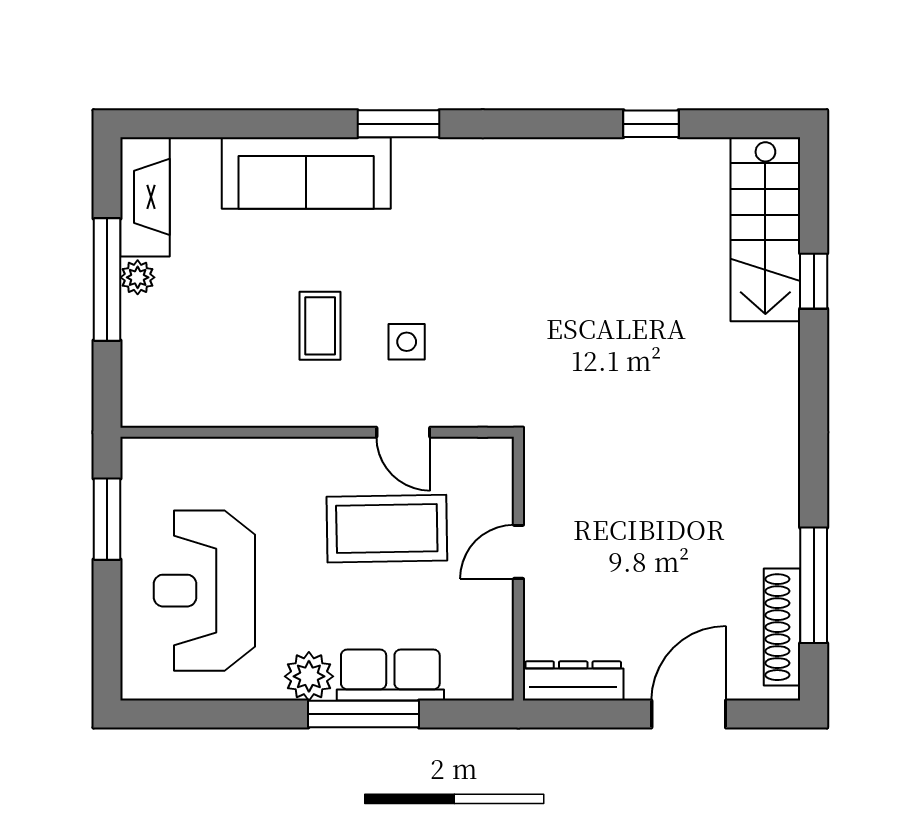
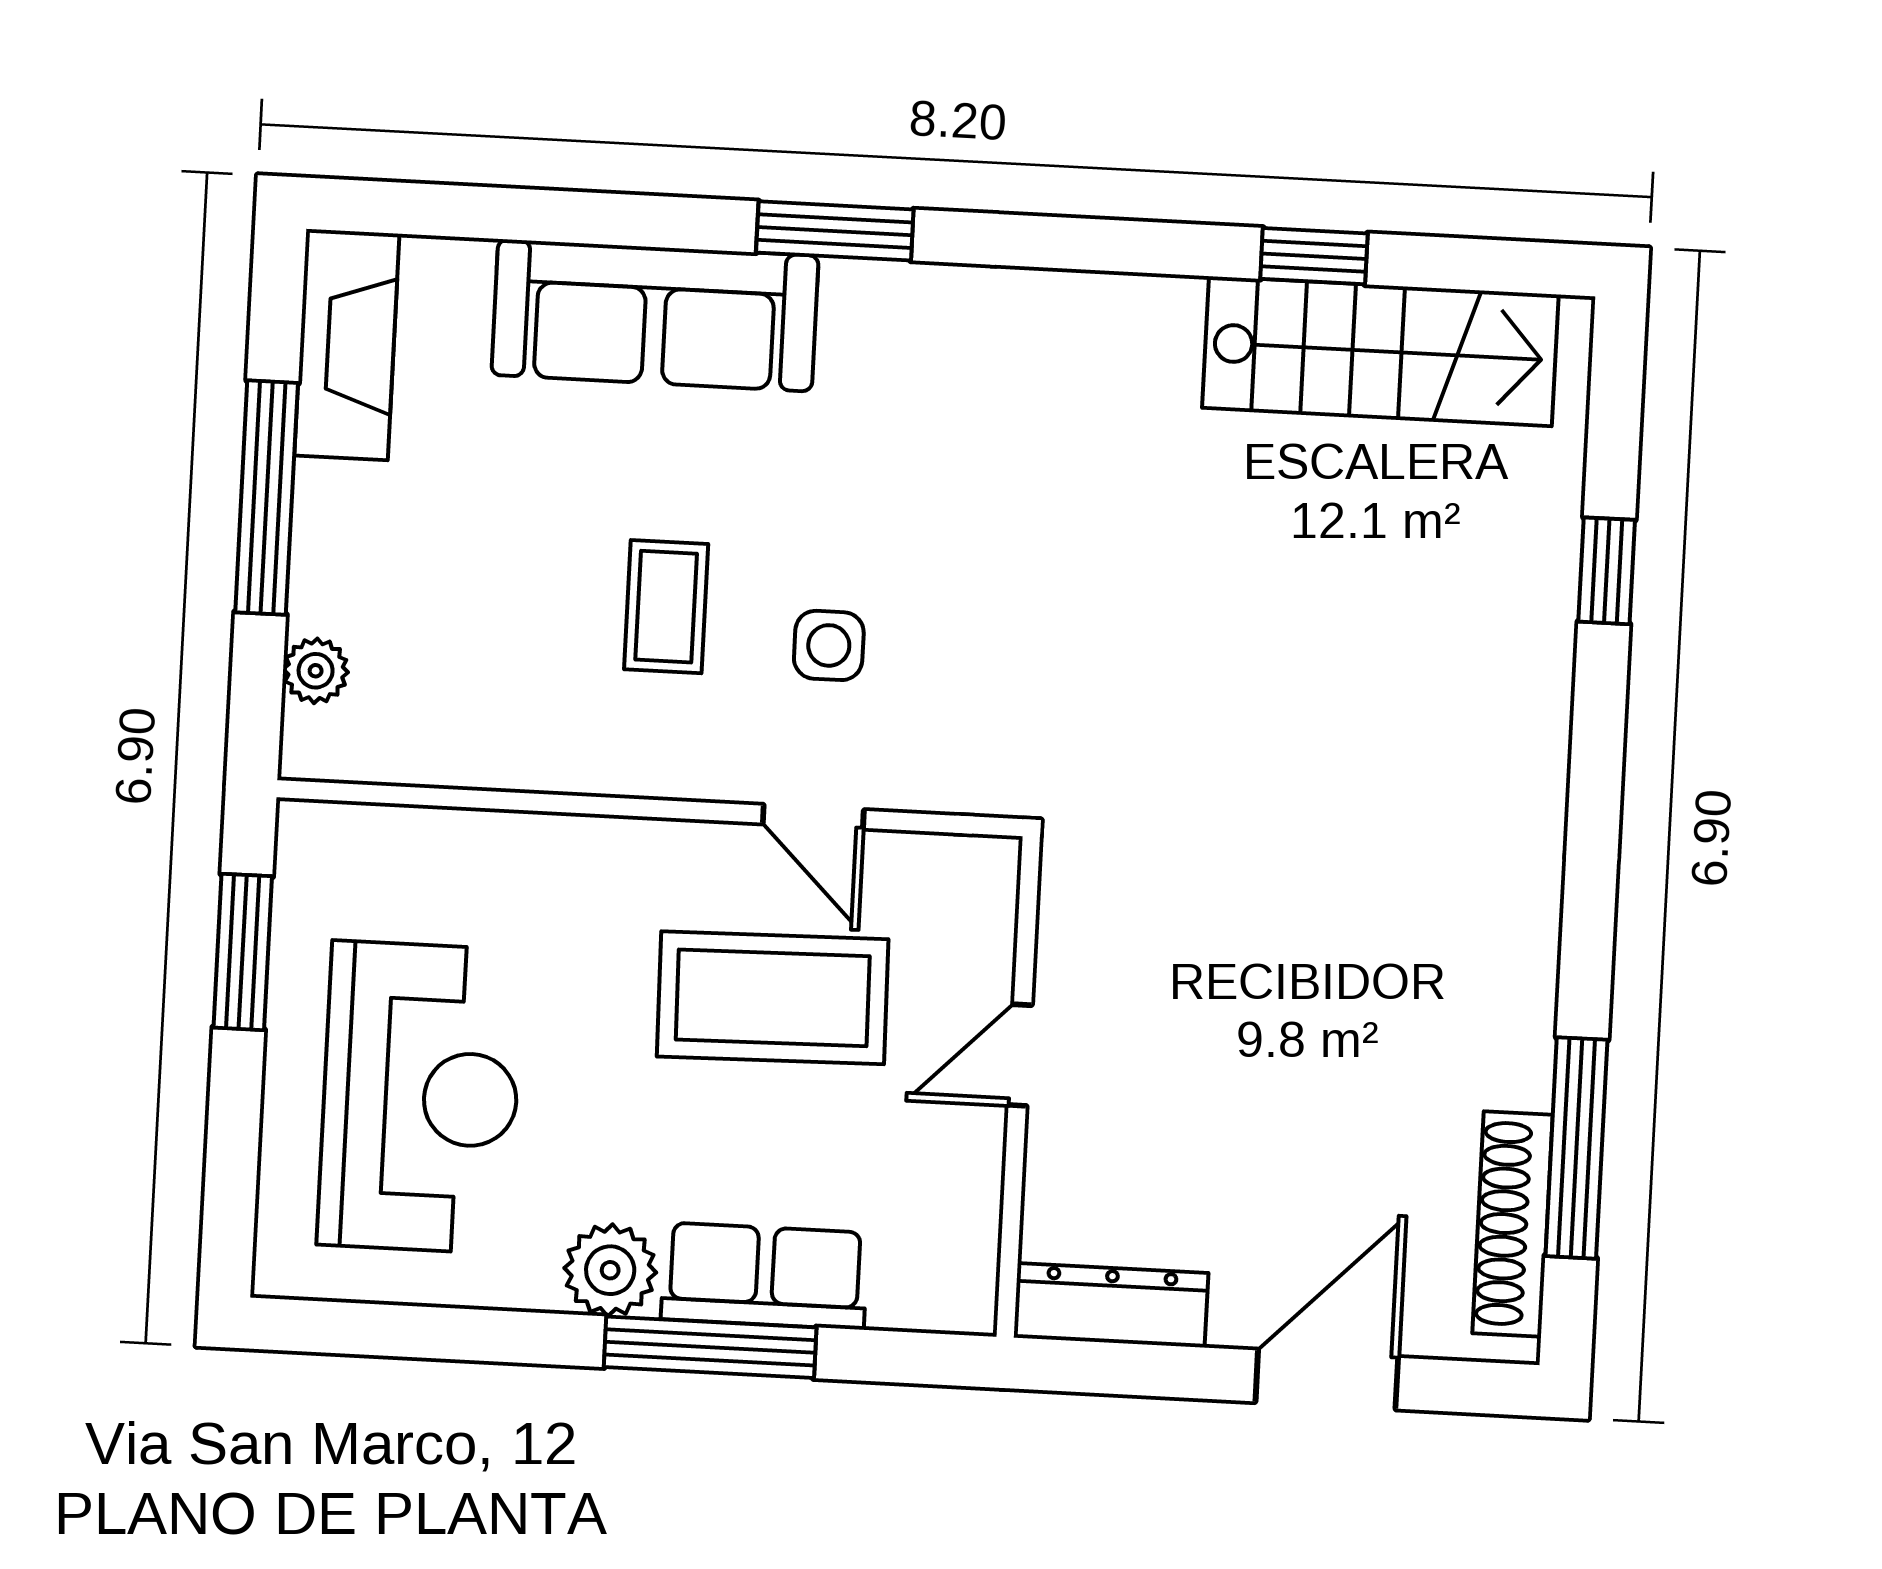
stairs: (765, 229) -> (1380, 351), moved, turned -90
plant: (138, 277) -> (316, 671), moved
reception desk: (204, 591) -> (420, 1097), turned 180

